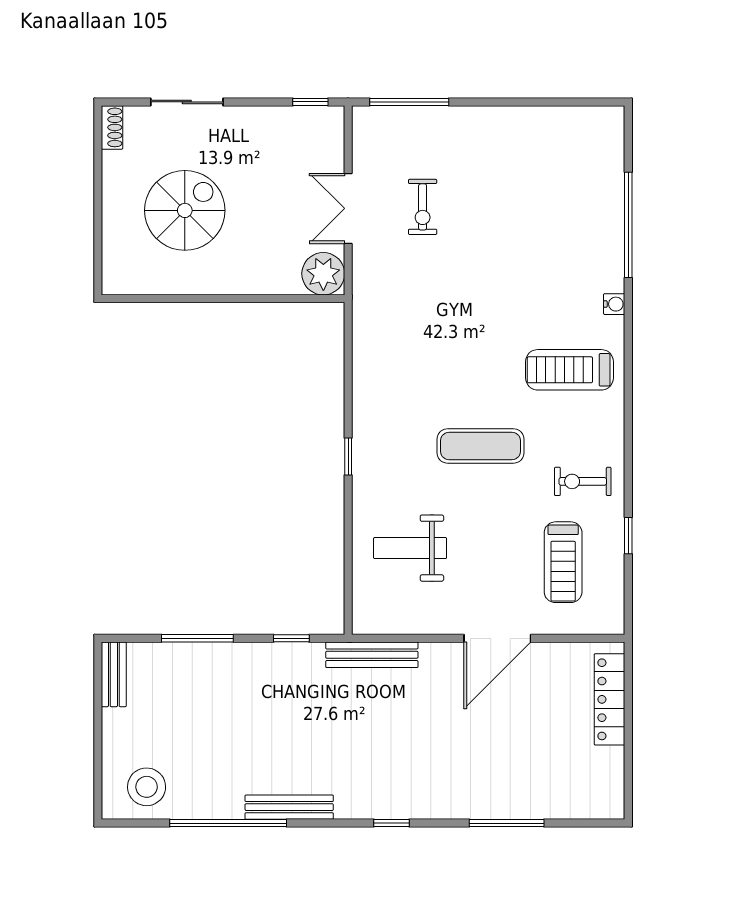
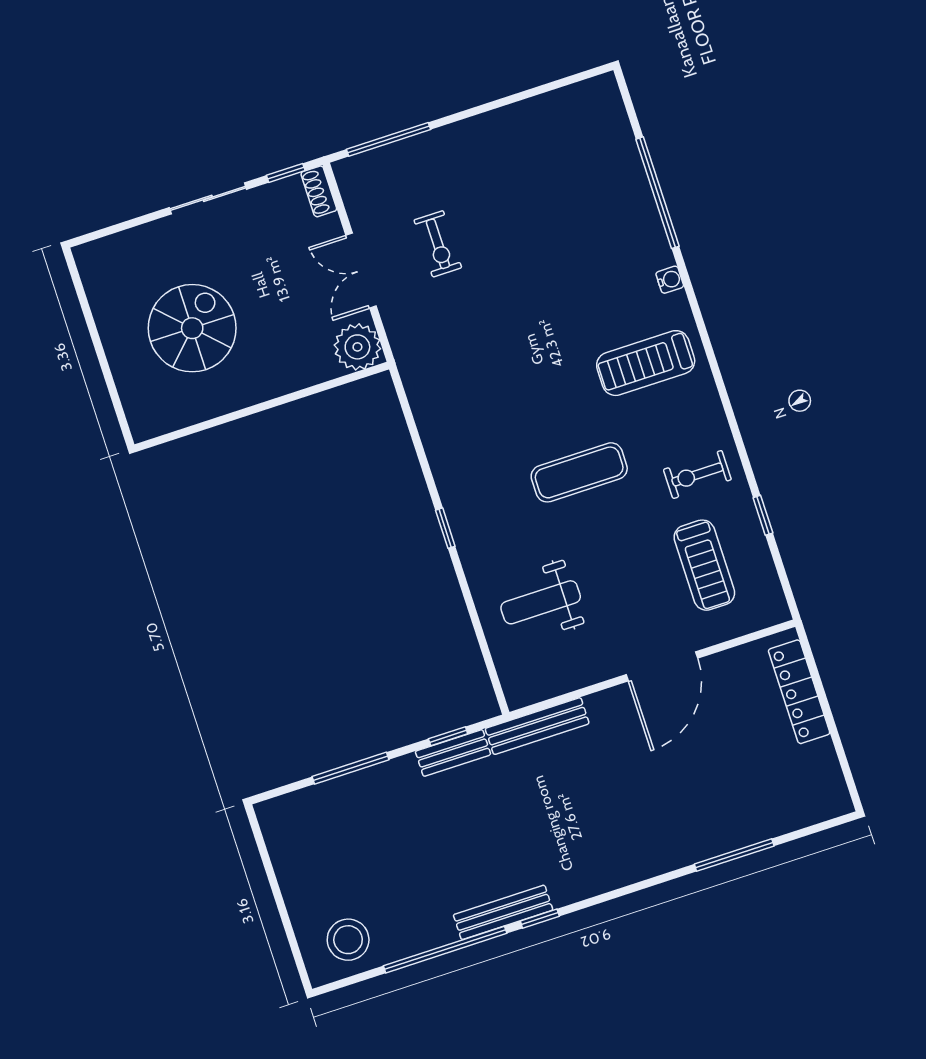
sliding door: (187, 102) -> (208, 198), moved
shoe rack: (112, 127) -> (319, 191), moved, turned 180
bench: (114, 674) -> (453, 753), moved, turned 90
window: (392, 823) -> (540, 919), moved

